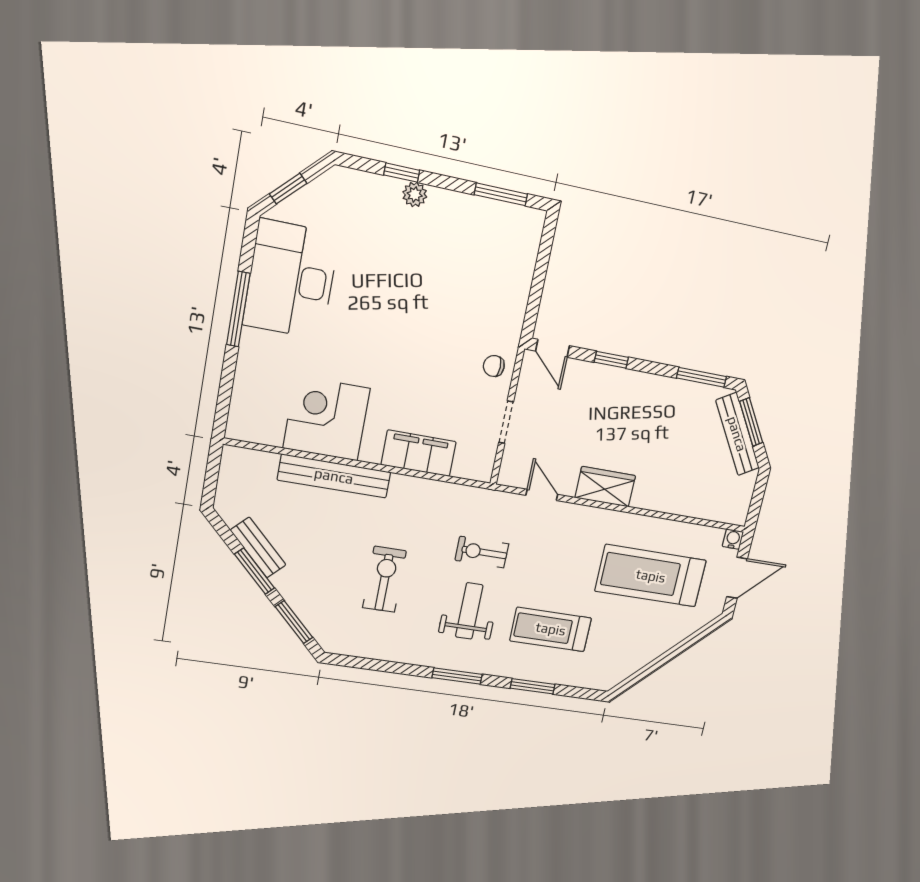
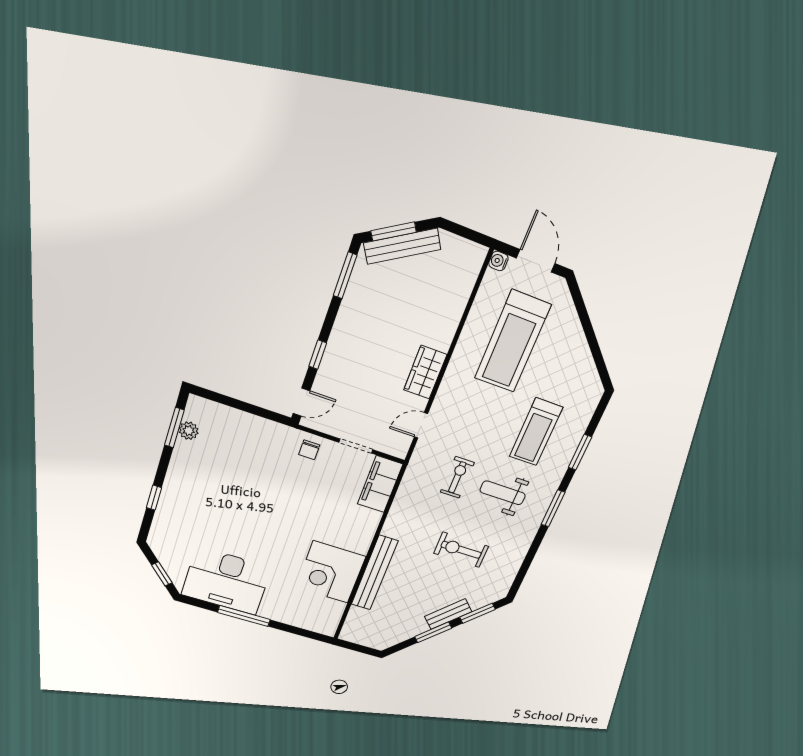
plant: (415, 194) -> (189, 431), moved
filing cabinet: (419, 453) -> (380, 484), moved
bench: (258, 548) -> (448, 614), moved
exercise bike: (482, 552) -> (457, 477), turned 180

